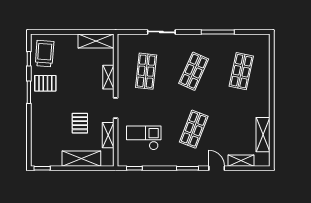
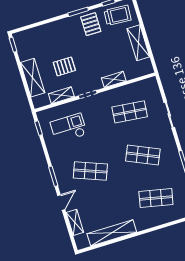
shelving: (96, 41) -> (138, 43), moved
shelving: (263, 135) -> (112, 233), width x1.47
checkout: (144, 138) -> (69, 128), turned -90

